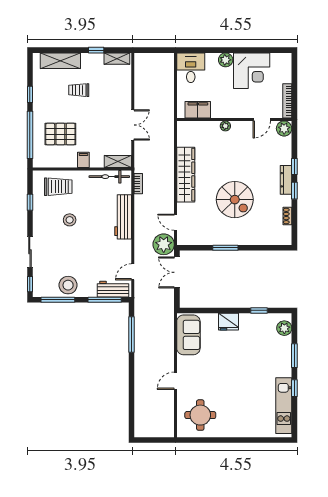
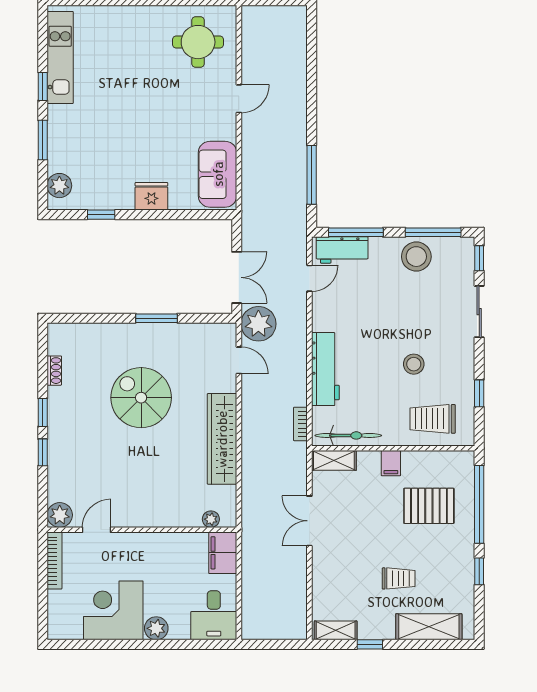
filing cabinet: (198, 110) -> (223, 553), moved, turned 90
plant: (225, 126) -> (211, 519), moved
dresser: (286, 180) -> (56, 430), removed

